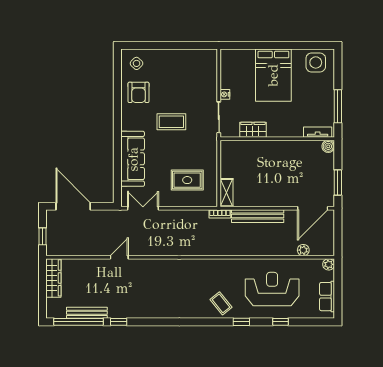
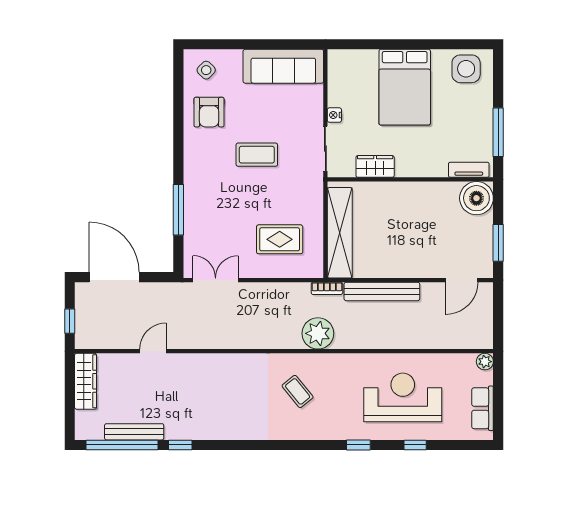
boiler: (328, 146) -> (476, 198), width x1.86, depth x1.86
sofa: (133, 159) -> (283, 66), moved, turned 90
window: (117, 160) -> (178, 210), added
shelving: (227, 193) -> (340, 233), width x2.20, depth x1.33
door: (313, 208) -> (462, 280), width x0.73
plant: (303, 250) -> (318, 333), moved, width x1.87, depth x1.87
door: (119, 257) -> (153, 351), moved
coffee table: (221, 303) -> (298, 391), moved

